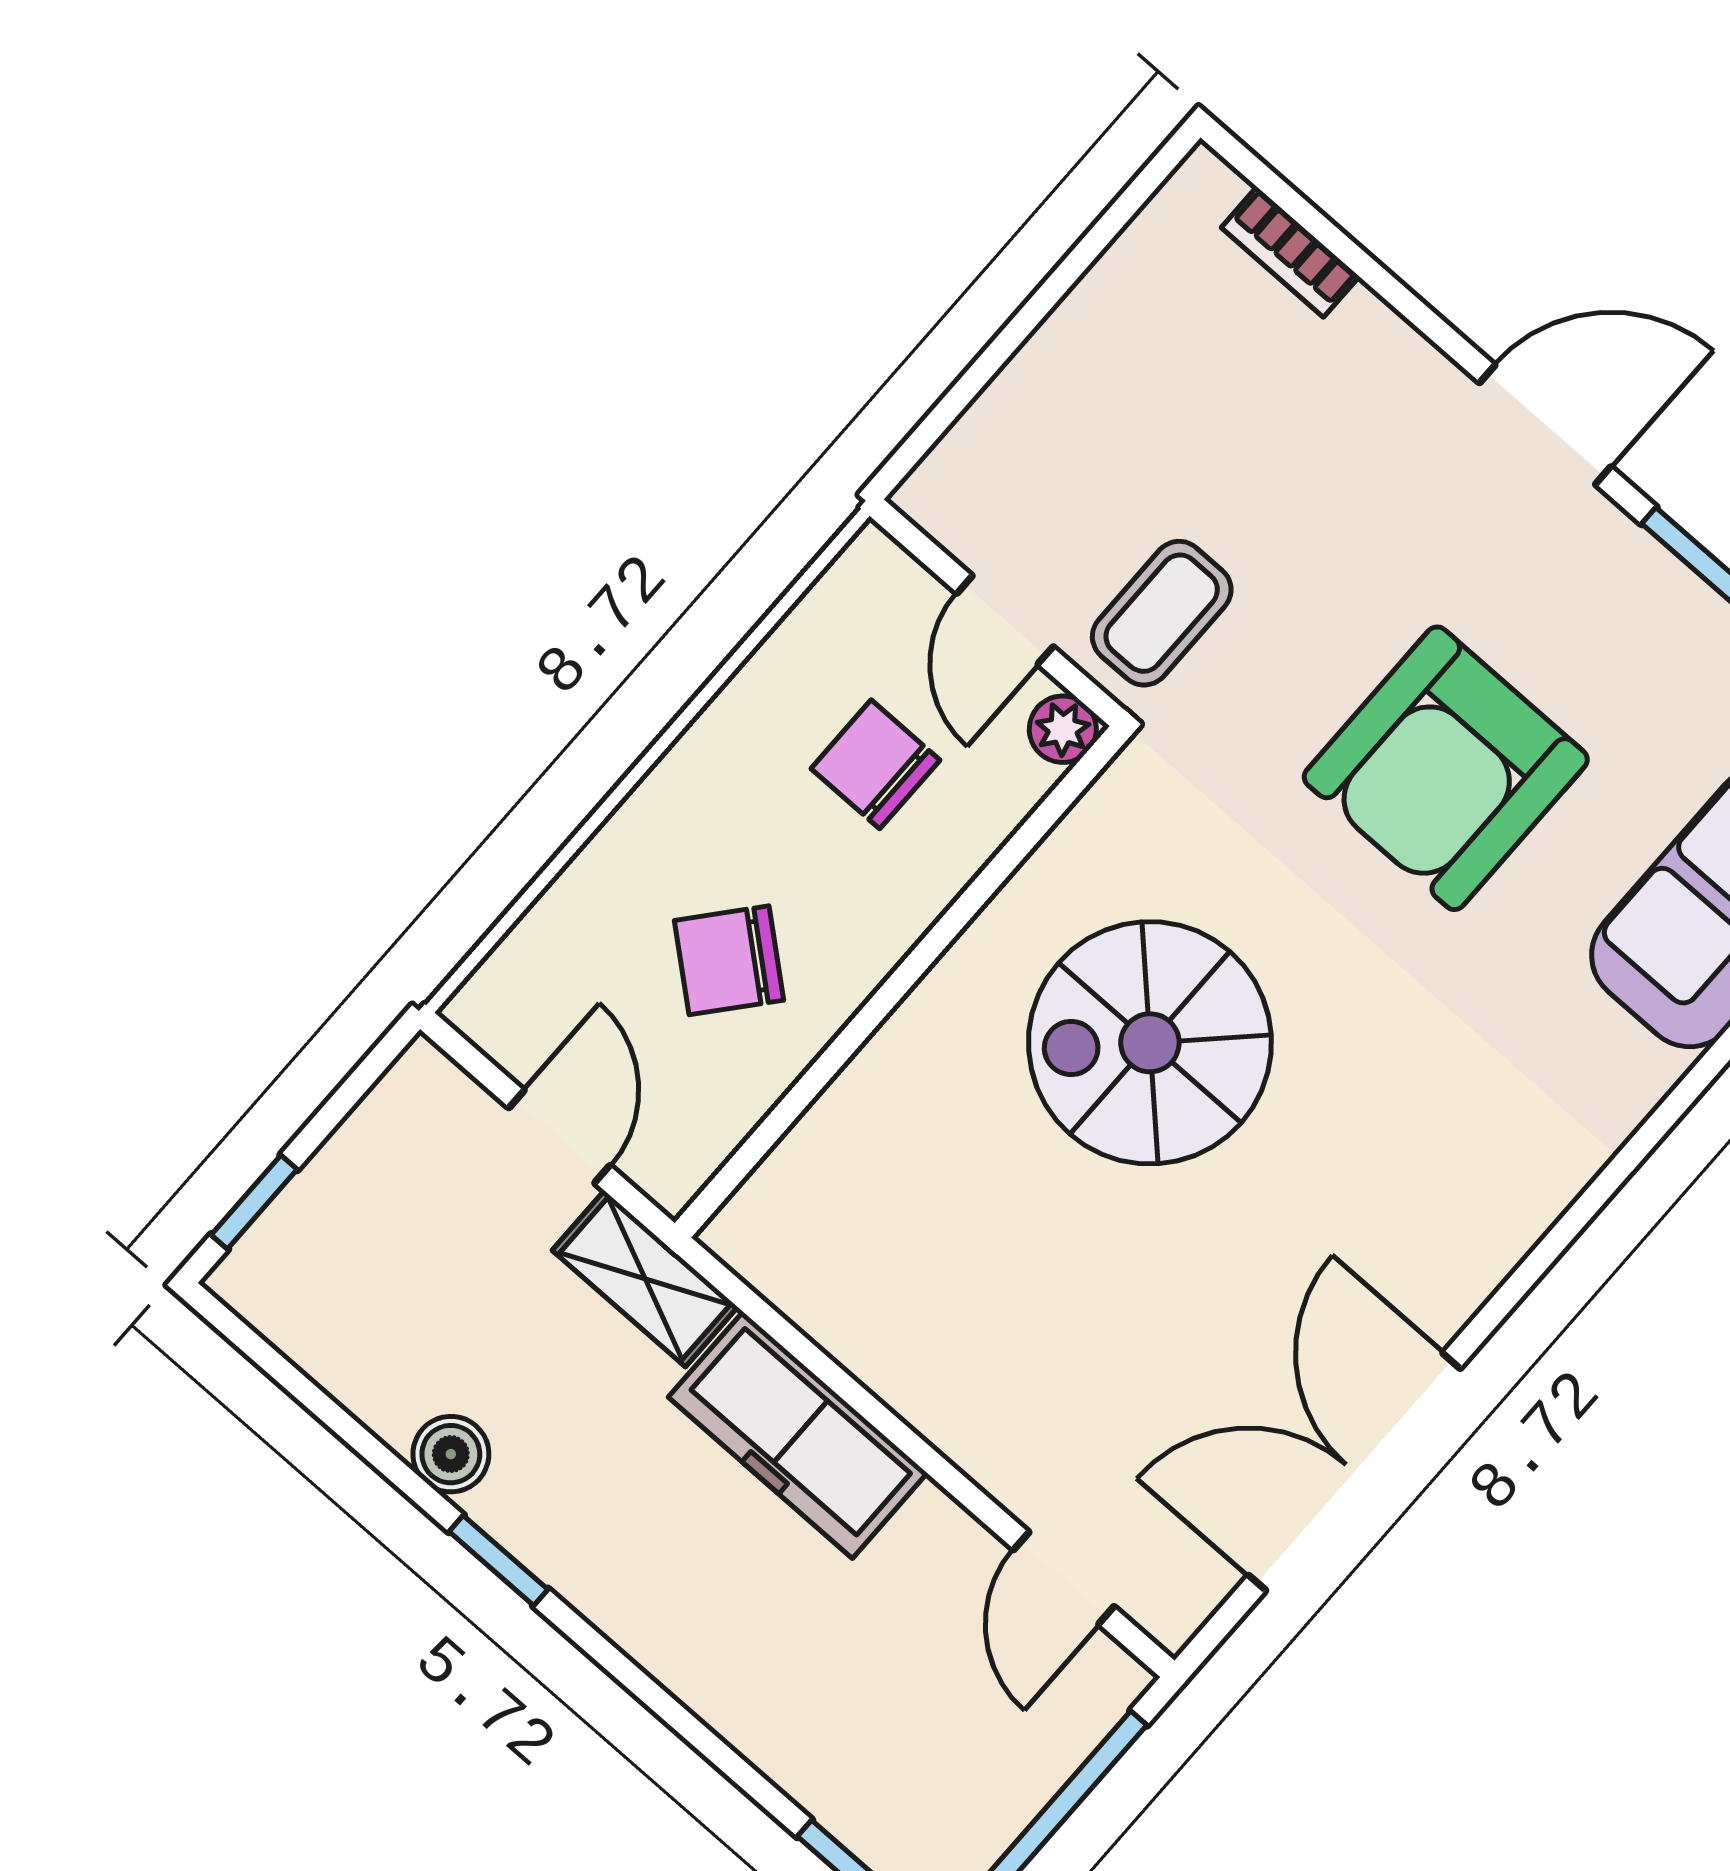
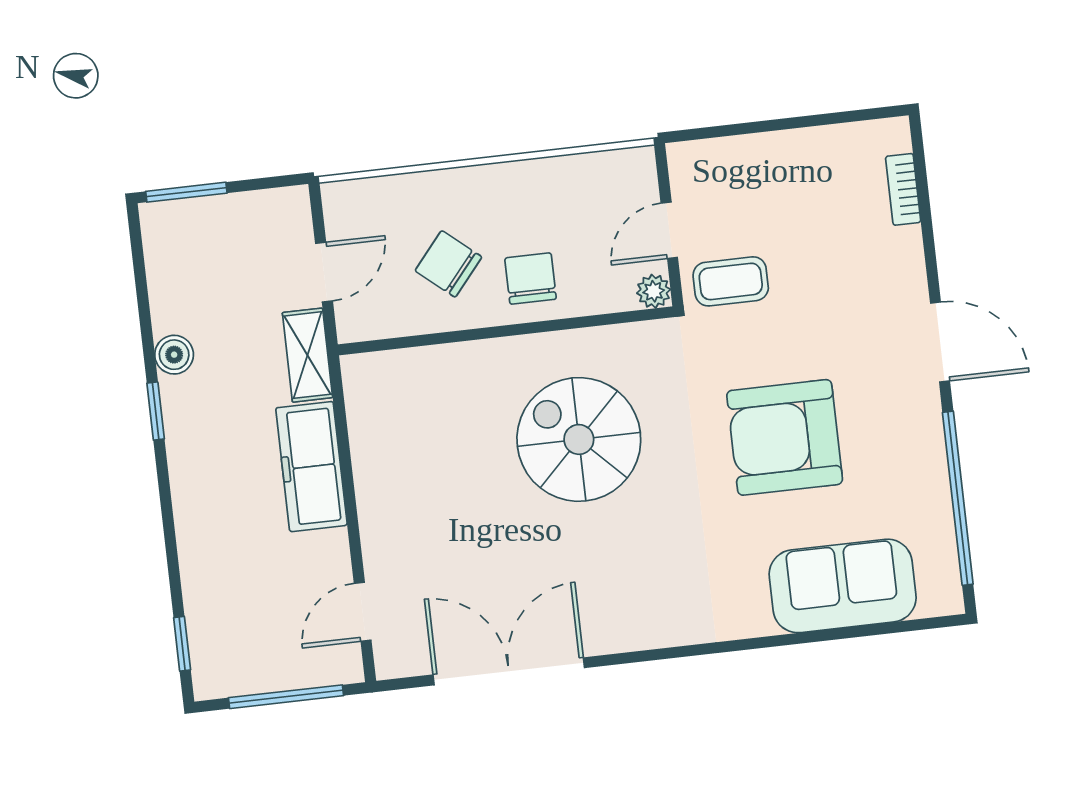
chair: (875, 764) -> (531, 279), moved
window: (254, 1202) -> (186, 192), width x1.50

